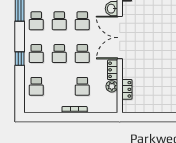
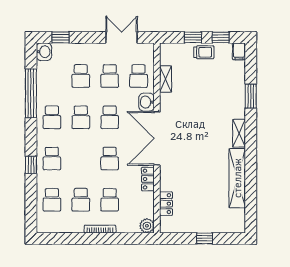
school desk: (59, 54) -> (81, 200), moved
plant: (112, 86) -> (147, 226), moved
window: (158, 117) -> (205, 238), added

